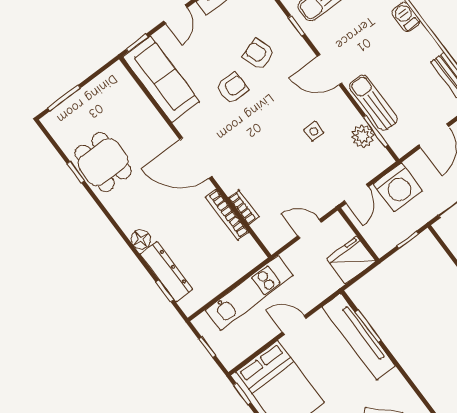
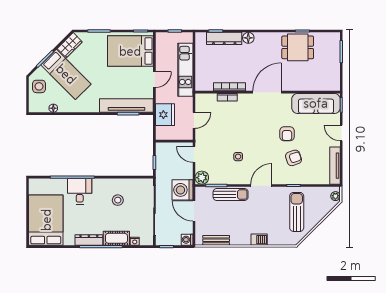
plant: (363, 136) -> (202, 178), moved
washing machine: (398, 187) -> (182, 190), moved
fridge: (351, 260) -> (165, 115), moved

